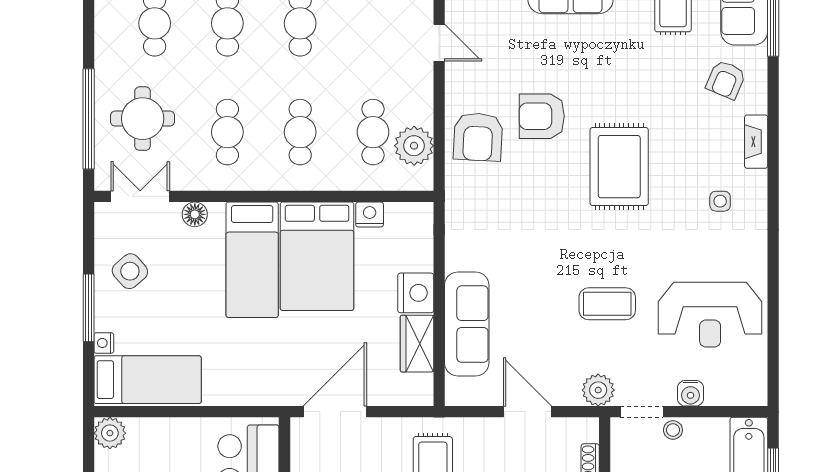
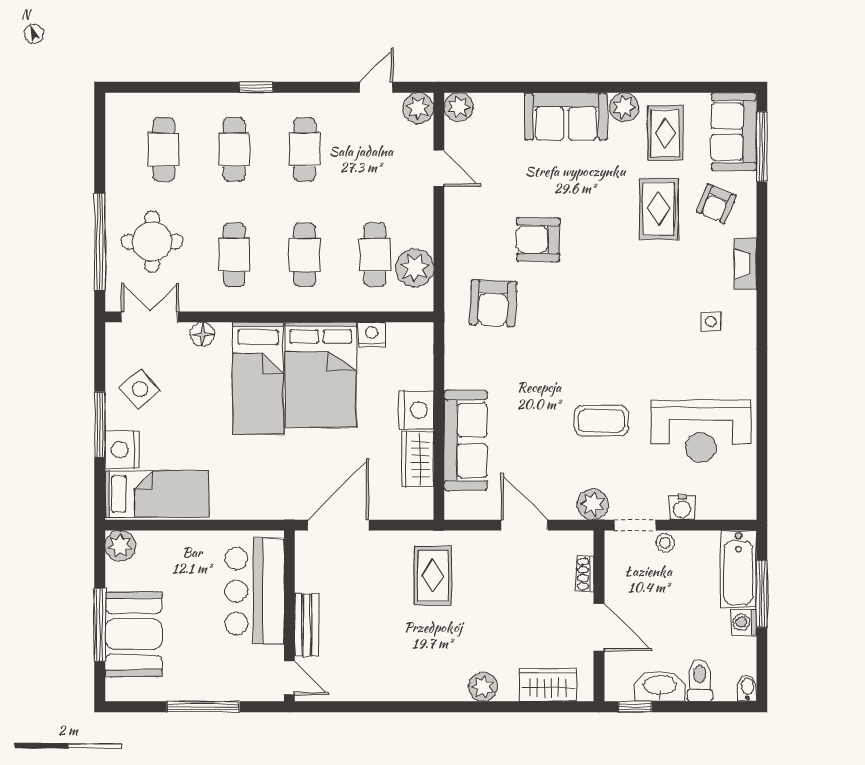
armchair: (478, 137) -> (493, 303), moved
rug: (619, 167) -> (659, 209), moved, width x0.73, depth x0.70
nightstand: (104, 343) -> (122, 450), width x1.89, depth x1.79

